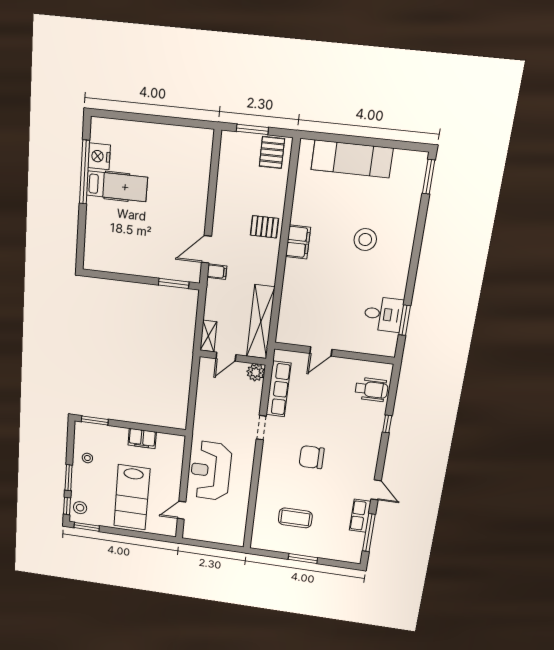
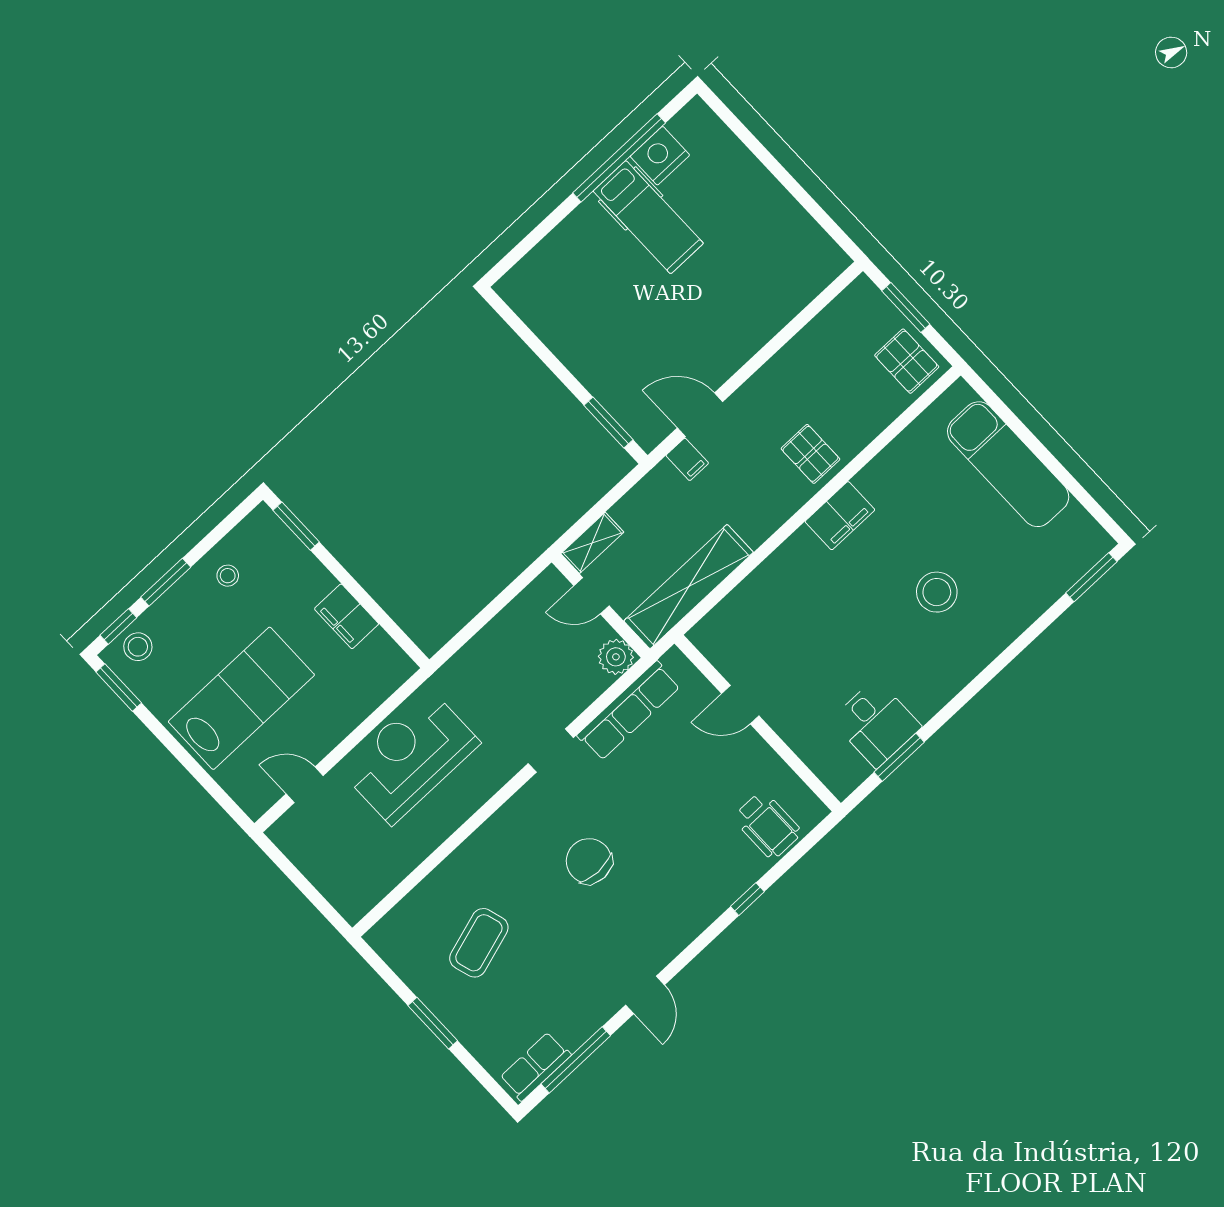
pallet: (272, 152) -> (907, 361), turned 90
lab bench: (132, 497) -> (241, 698), turned 180
row of seats: (360, 516) -> (535, 1066), moved
coffee table: (295, 518) -> (479, 943), turned 73

